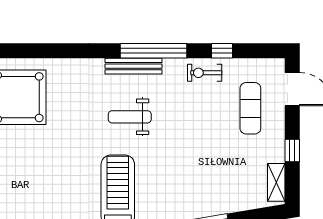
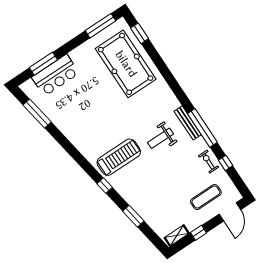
weight bench: (130, 117) -> (160, 138), turned -90

